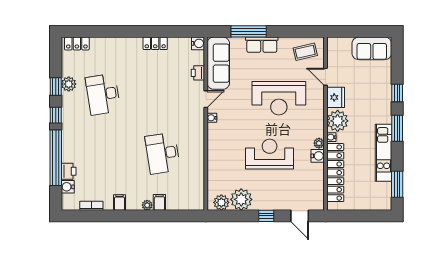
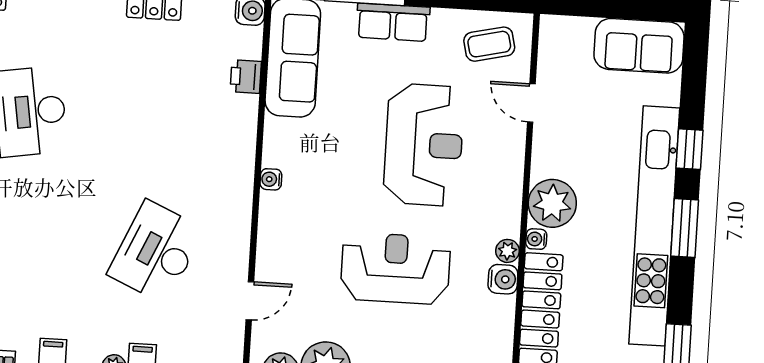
fridge: (336, 97) -> (551, 151), removed
reception desk: (279, 98) -> (424, 145), turned -90
door: (206, 99) -> (250, 301), moved
desk: (163, 153) -> (156, 252), turned 33
kitchen unit: (383, 153) -> (654, 226), width x1.86

